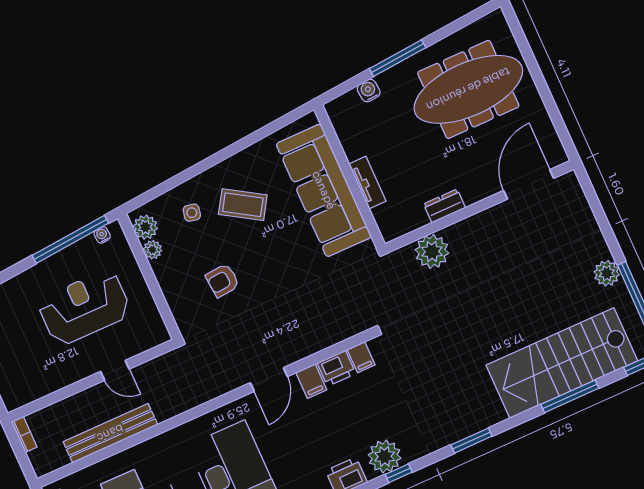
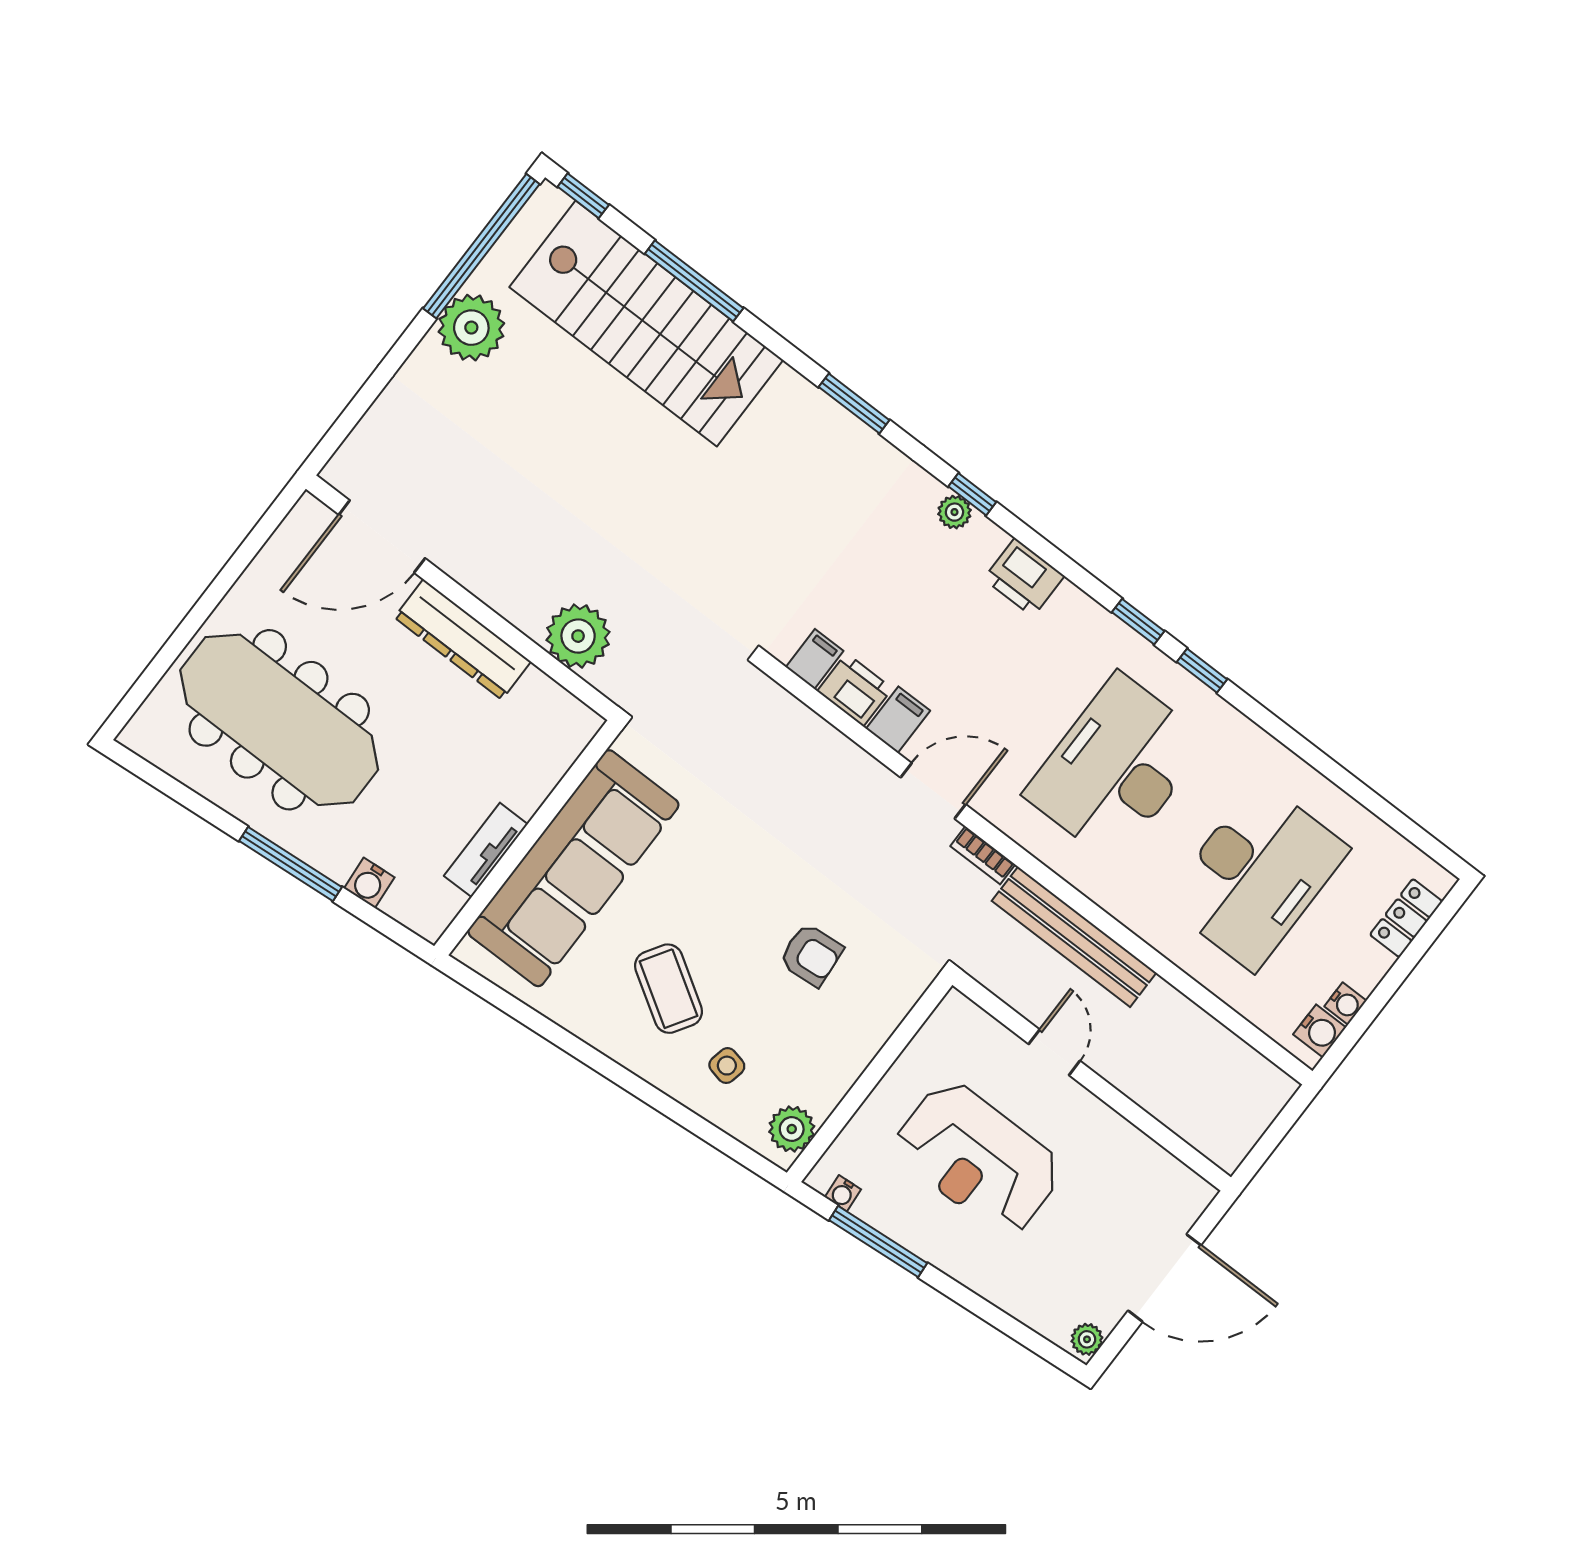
tv unit: (367, 183) -> (486, 850), moved
dresser: (444, 206) -> (463, 639), width x1.96, depth x1.24
window: (70, 239) -> (878, 1242), width x0.68
plant: (152, 250) -> (823, 1097), removed
plant: (607, 273) -> (471, 328), width x1.36, depth x1.36
bench: (110, 433) -> (1074, 937), moved
bookcase: (24, 434) -> (983, 855), moved, turned -90
plant: (385, 456) -> (954, 512), width x0.53, depth x0.53

